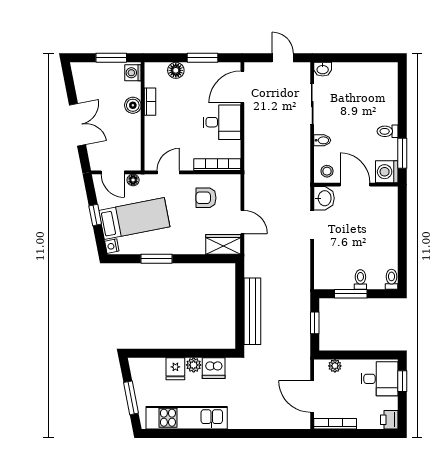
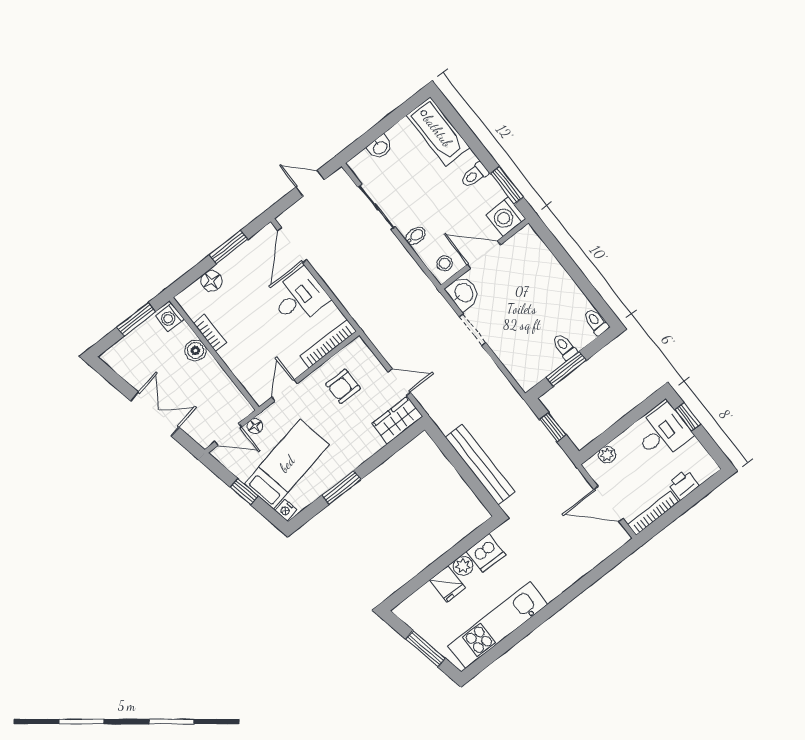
washbasin: (323, 69) -> (380, 147), moved
bathtub: (386, 87) -> (438, 131), added
printer: (389, 420) -> (683, 485), moved, turned 90

